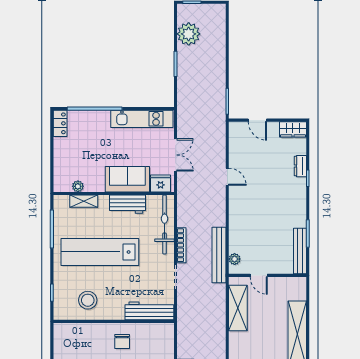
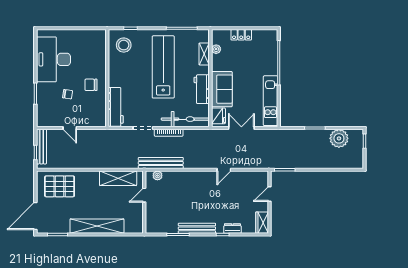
locker: (60, 123) -> (241, 35), moved
double door: (176, 155) -> (241, 128), swing flipped
bench: (300, 251) -> (197, 228), moved
stool: (88, 300) -> (124, 45), moved

